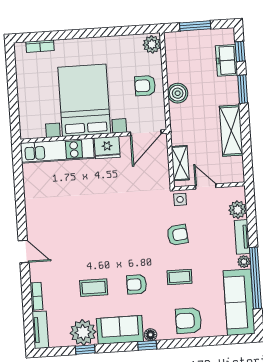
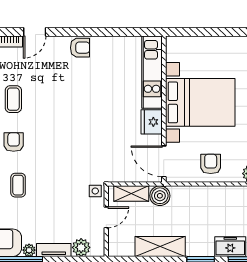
boiler: (178, 93) -> (160, 196), moved
armchair: (177, 235) -> (80, 48), moved, turned -84
door: (24, 252) -> (35, 32), moved

